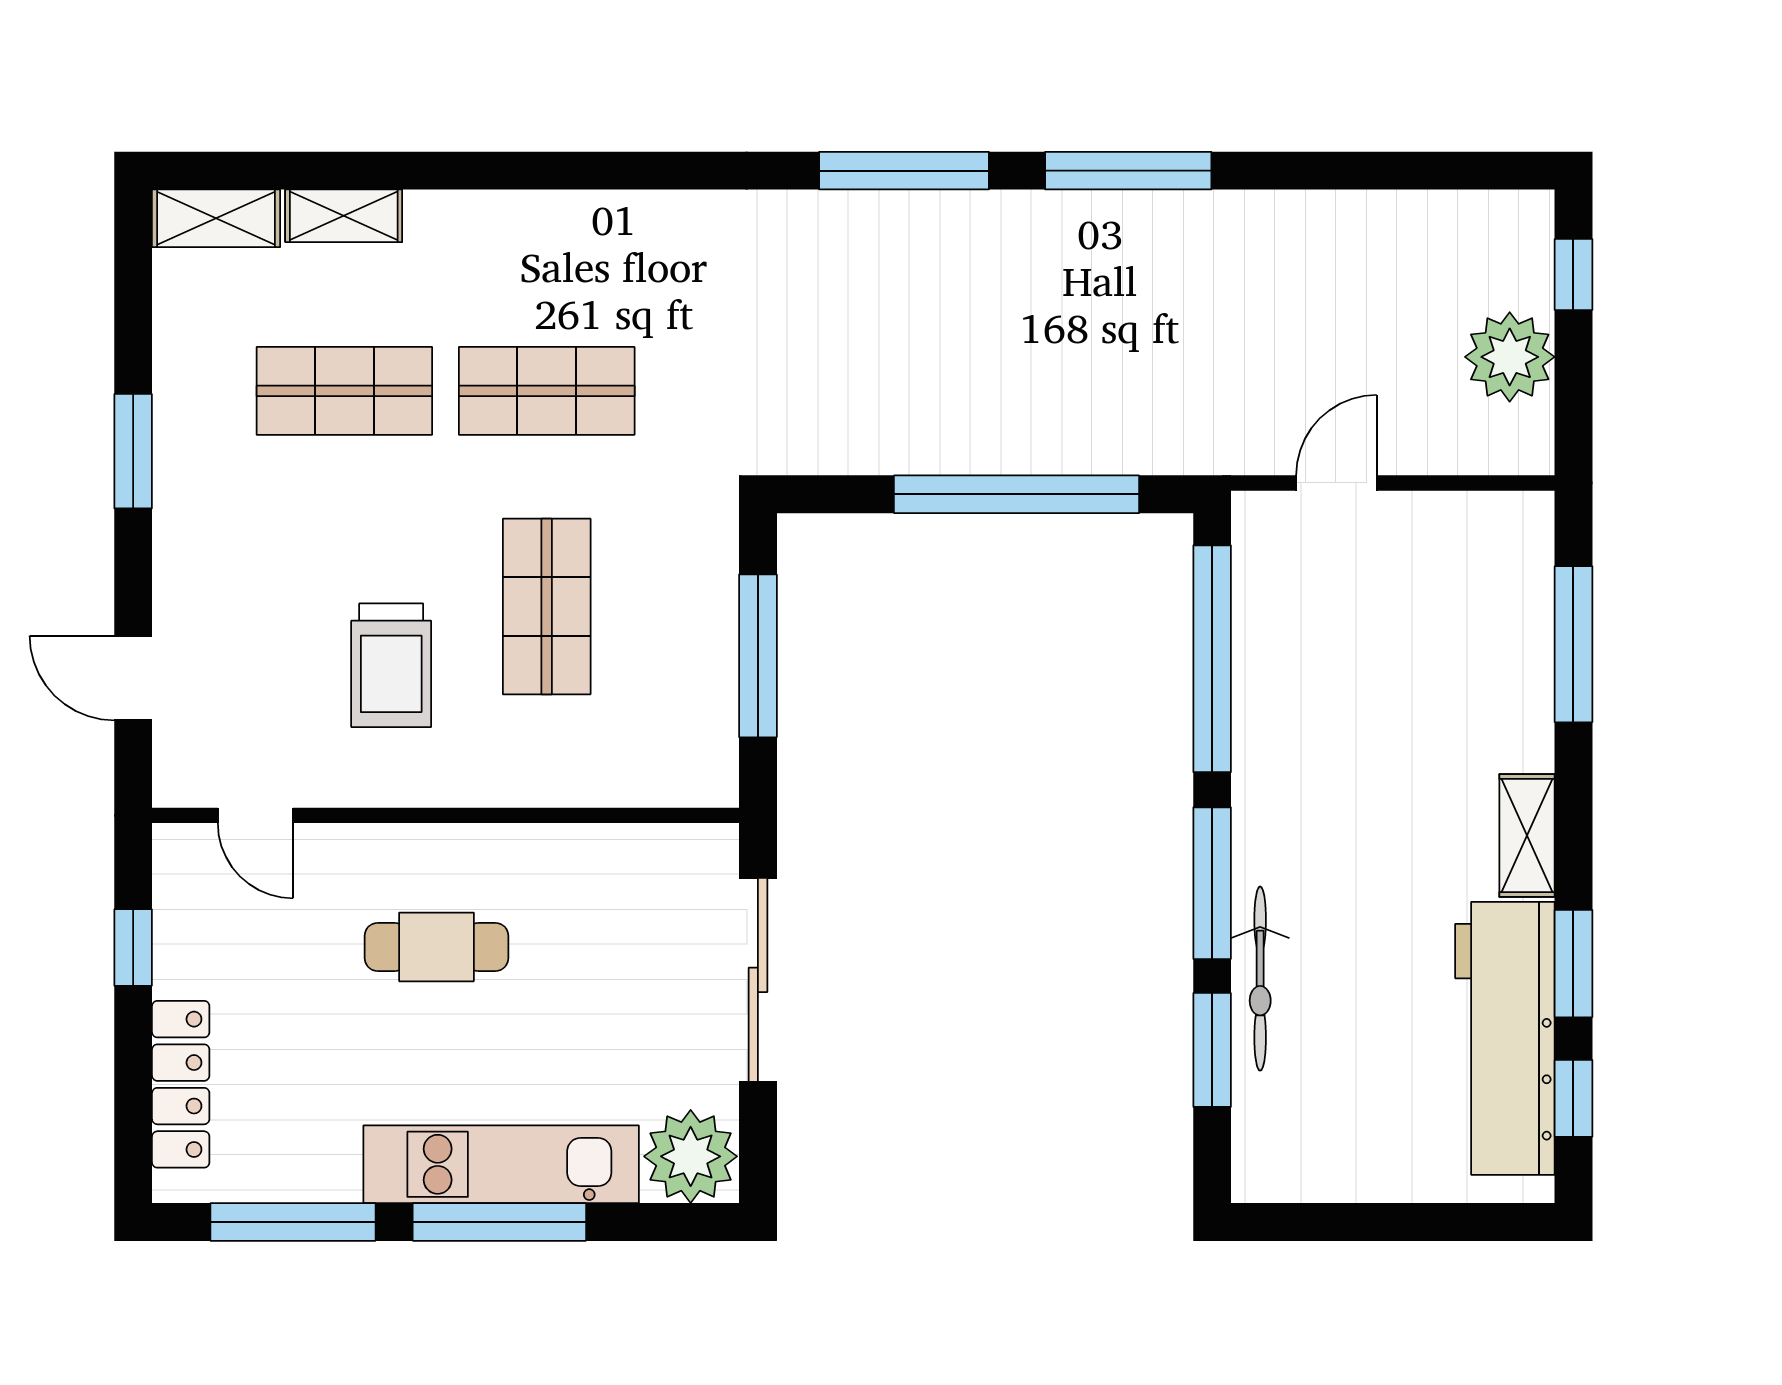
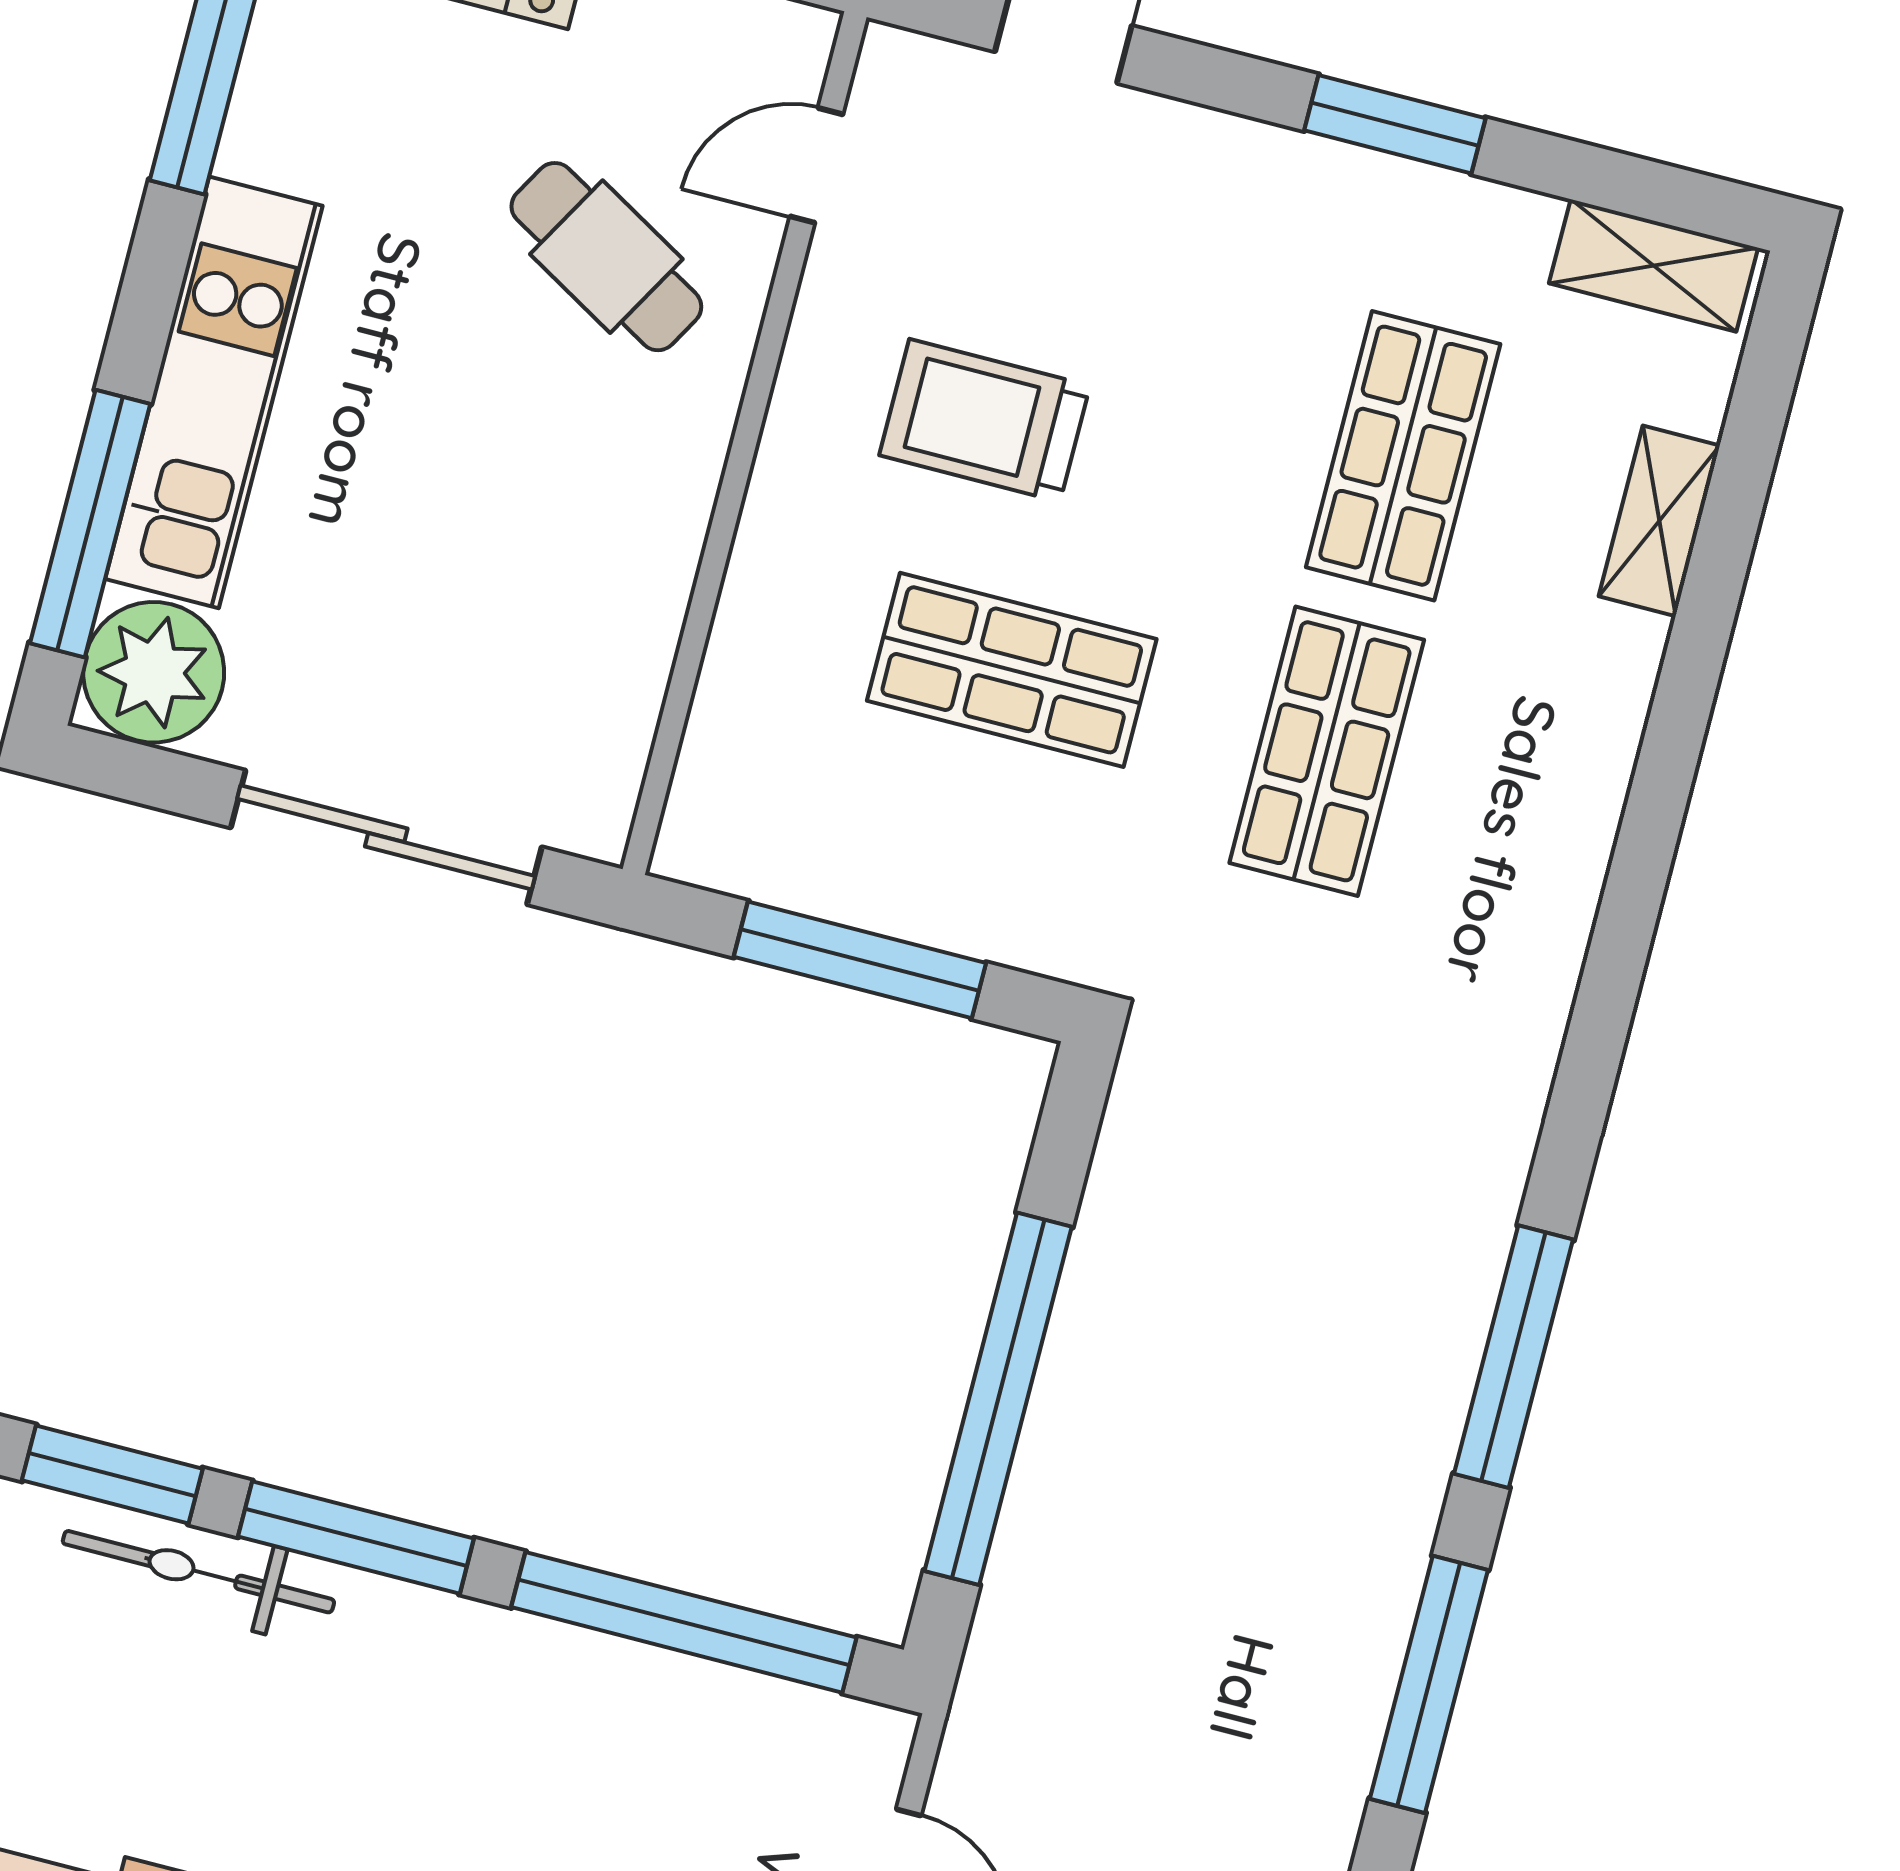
shelving: (216, 218) -> (1653, 265), moved, turned 90
cafe table: (437, 947) -> (606, 257), moved, turned -60
window: (499, 1222) -> (90, 524), moved

